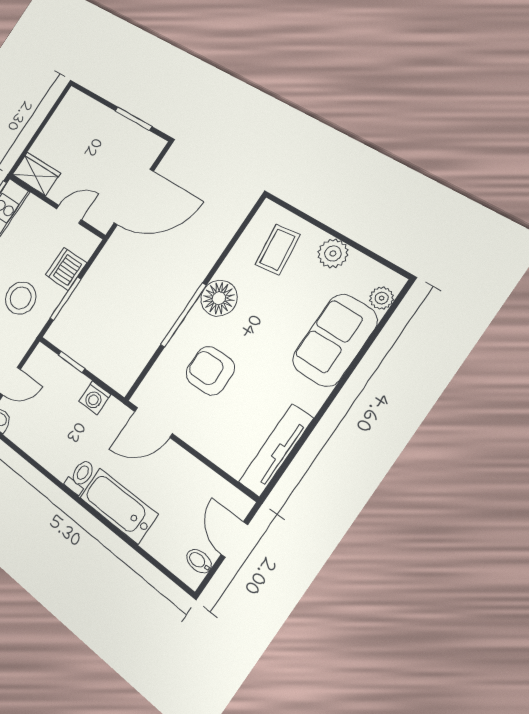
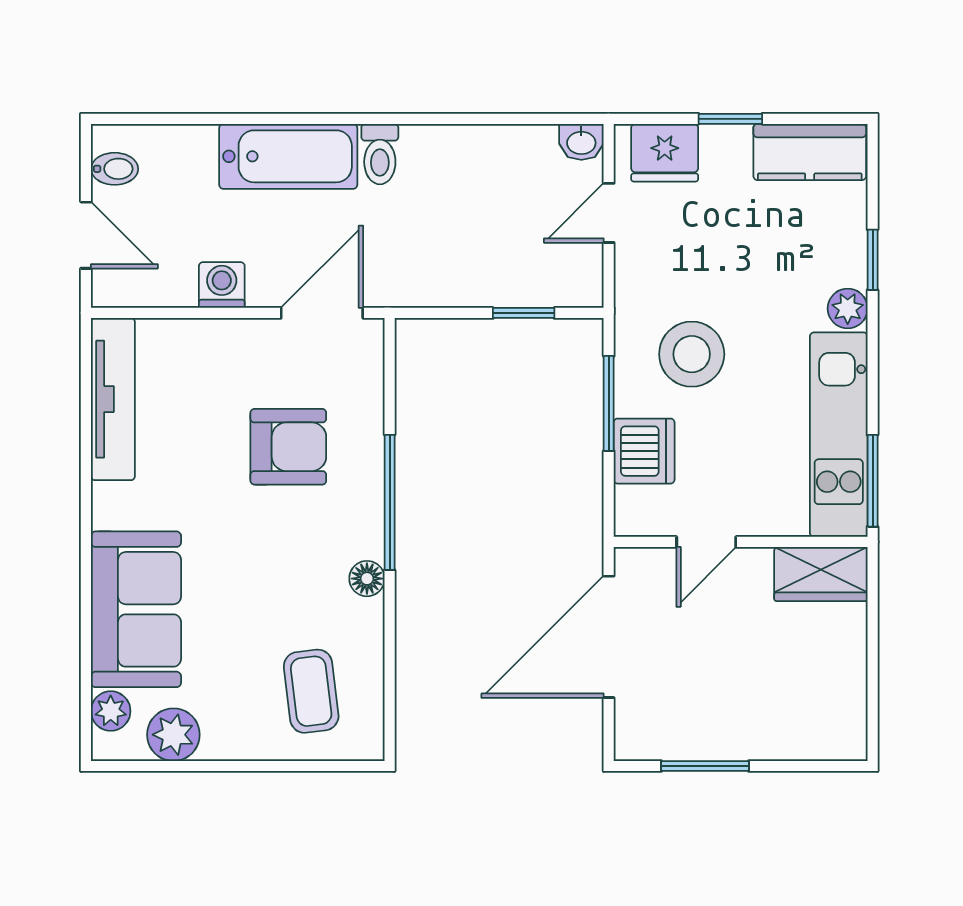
plant: (333, 253) -> (173, 735), moved
floor lamp: (219, 298) -> (367, 579), width x0.53, depth x0.53
washing machine: (95, 398) -> (222, 285), moved

